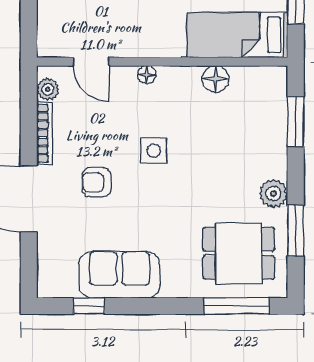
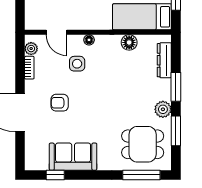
dresser: (276, 109) -> (164, 60), added
window: (296, 122) -> (176, 87), moved
bookcase: (45, 133) -> (29, 68), width x0.64
side table: (154, 151) -> (77, 64), moved

